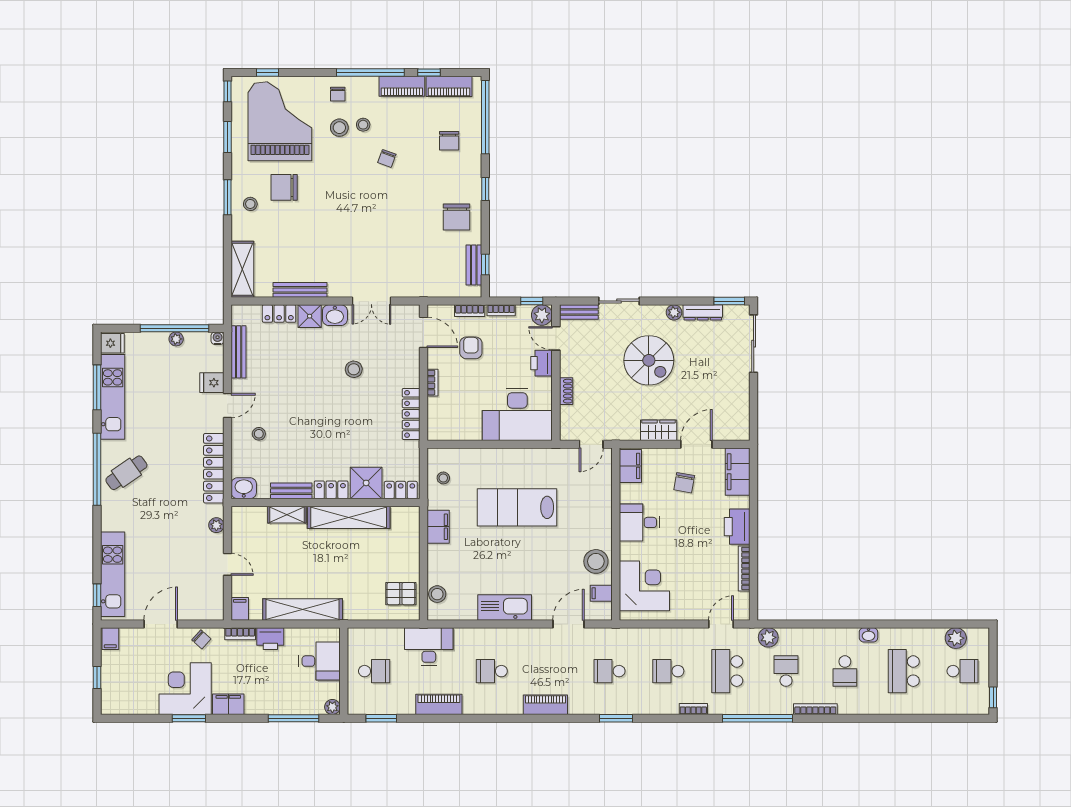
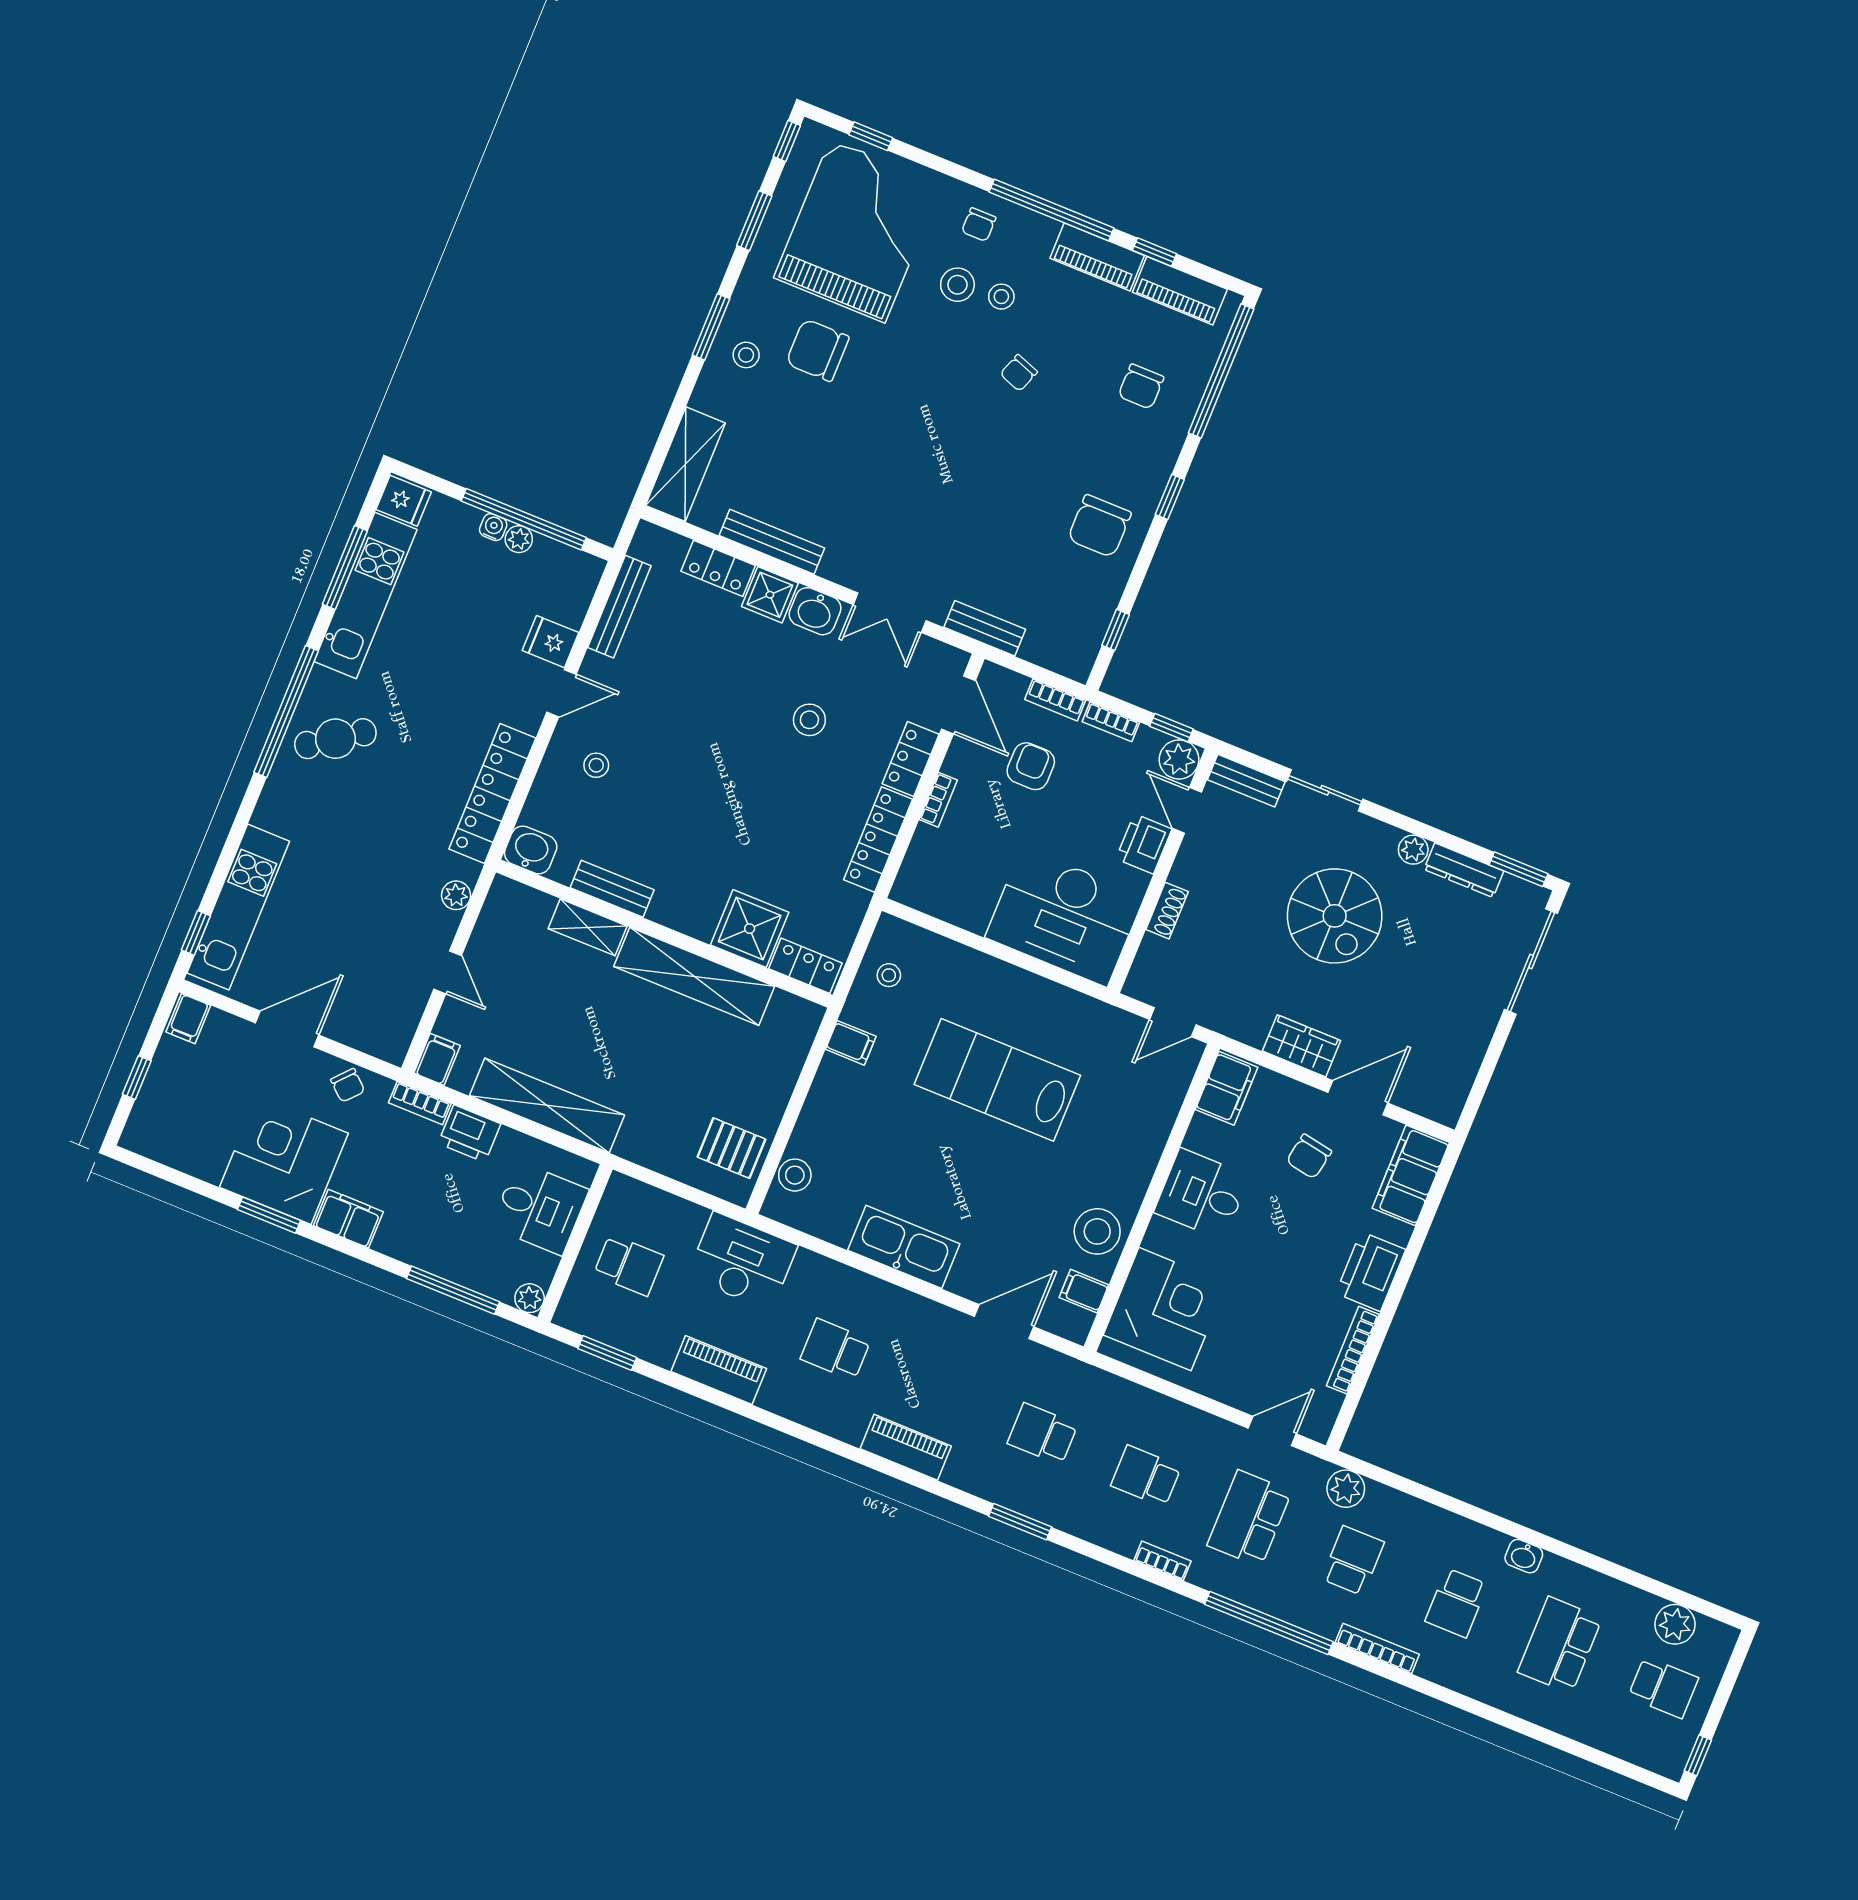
bench: (474, 265) -> (985, 628), moved, turned 90
water cooler: (218, 338) -> (493, 527), moved
locker: (331, 490) -> (911, 759), moved, turned -90
filing cabinet: (438, 527) -> (851, 1043), width x0.50

